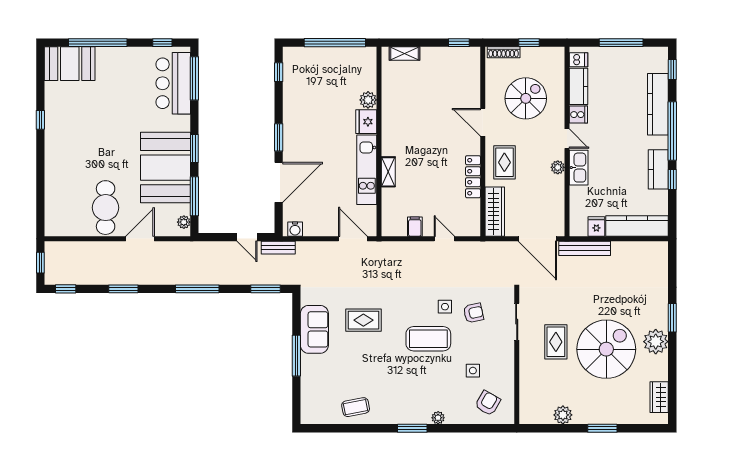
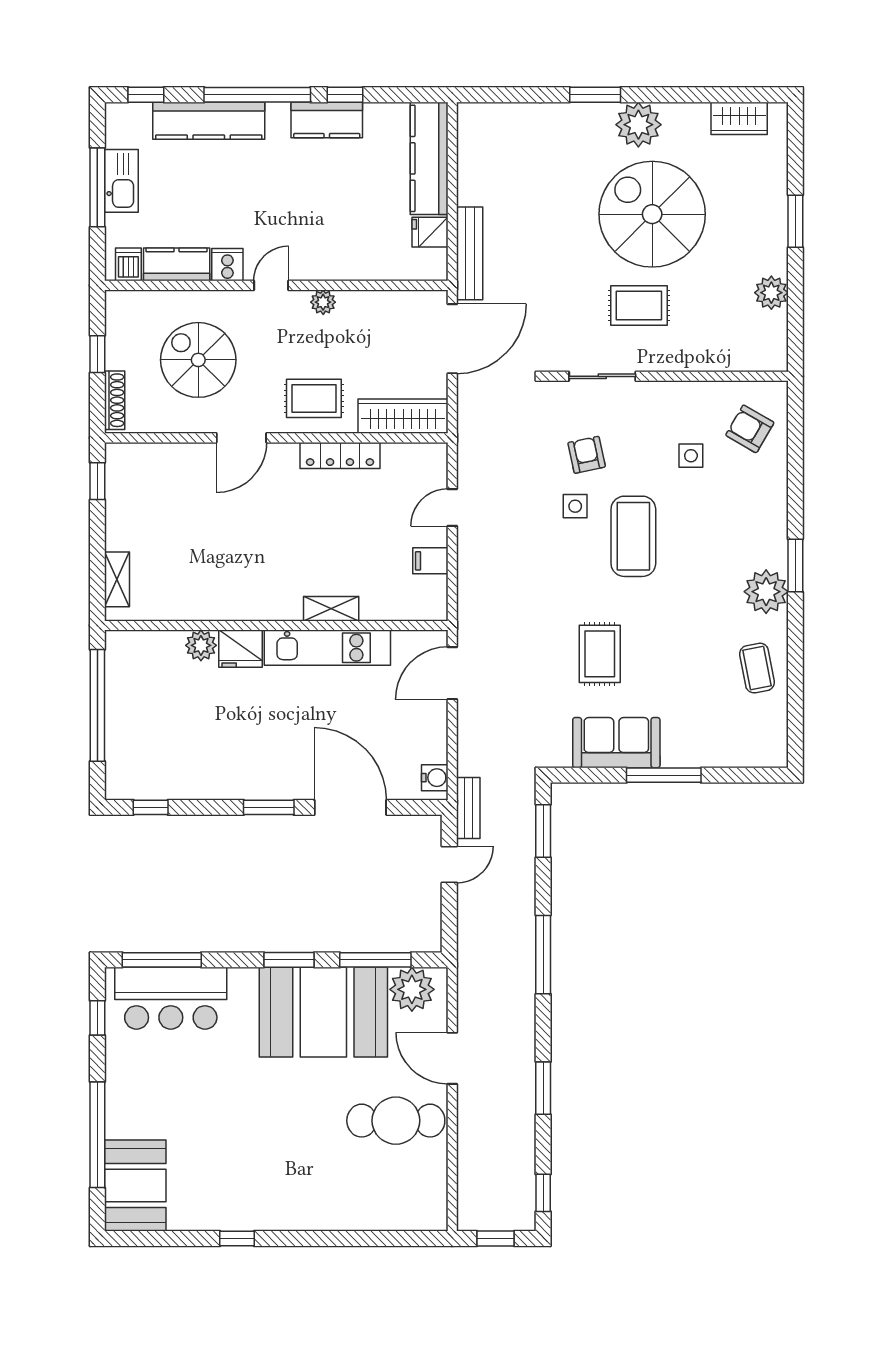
kitchen sink: (579, 168) -> (121, 181), moved, turned 90
plant: (184, 222) -> (412, 989), width x1.88, depth x1.88
plant: (438, 418) -> (766, 592), moved, width x1.88, depth x1.88

